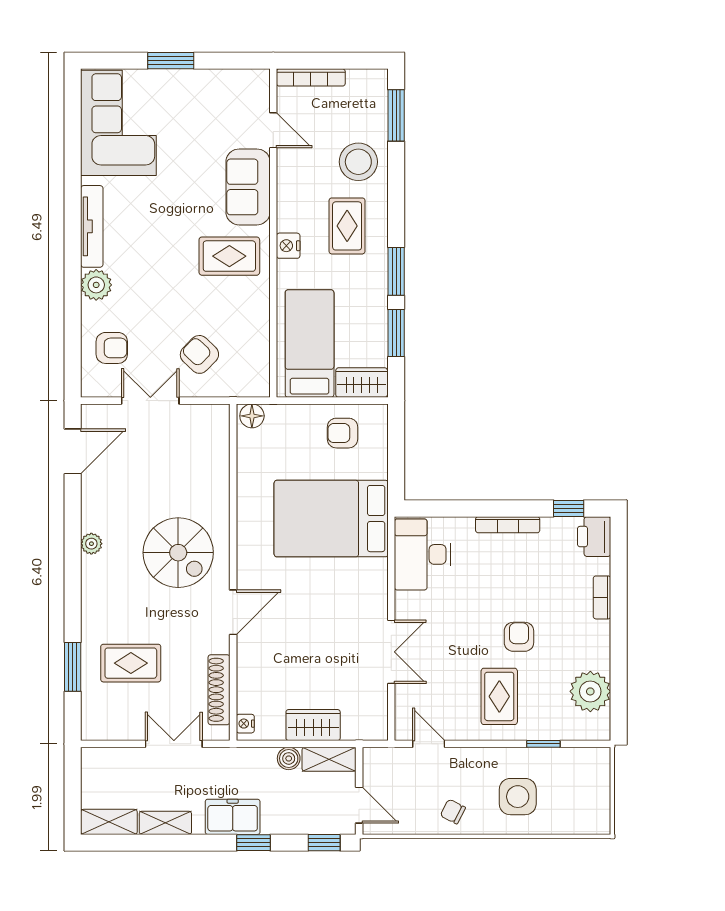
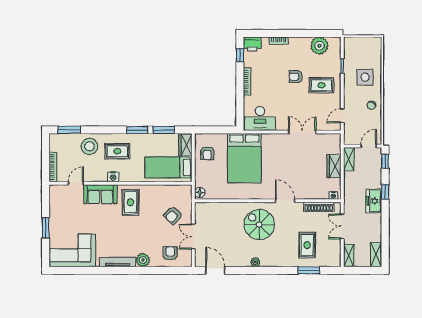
nightstand: (288, 246) -> (113, 177), moved
spiral stairs: (178, 553) -> (259, 225), turned -90
boiler: (289, 758) -> (348, 177), removed
shelving: (165, 823) -> (349, 255), moved

